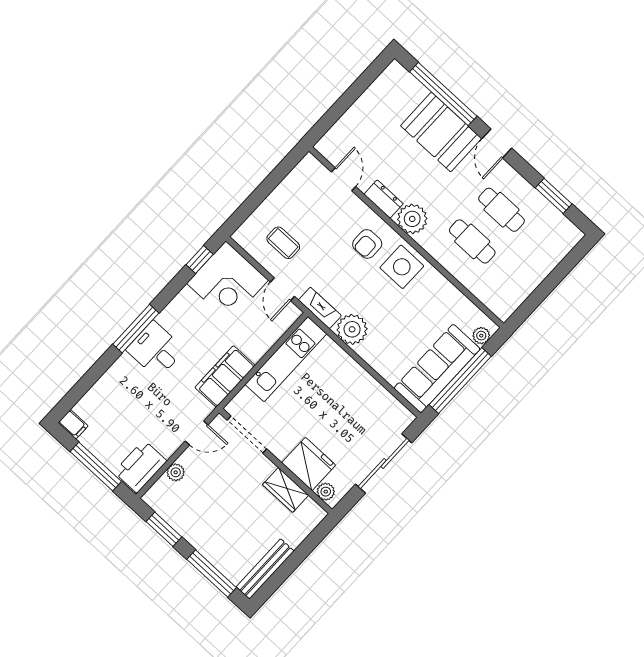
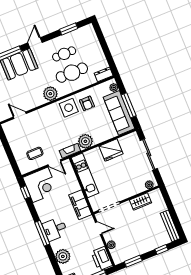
door: (497, 143) -> (35, 43), swing flipped
dresser: (384, 199) -> (104, 74), moved
cafe table: (472, 241) -> (72, 73), width x1.37, depth x1.35
armchair: (367, 244) -> (87, 103), moved
window: (460, 380) -> (129, 105), width x0.68
plant: (110, 389) -> (63, 256), added
door: (197, 433) -> (99, 228), hinge flipped
fridge: (309, 464) -> (111, 150), moved, turned 180
window: (212, 573) -> (161, 250), width x0.46

